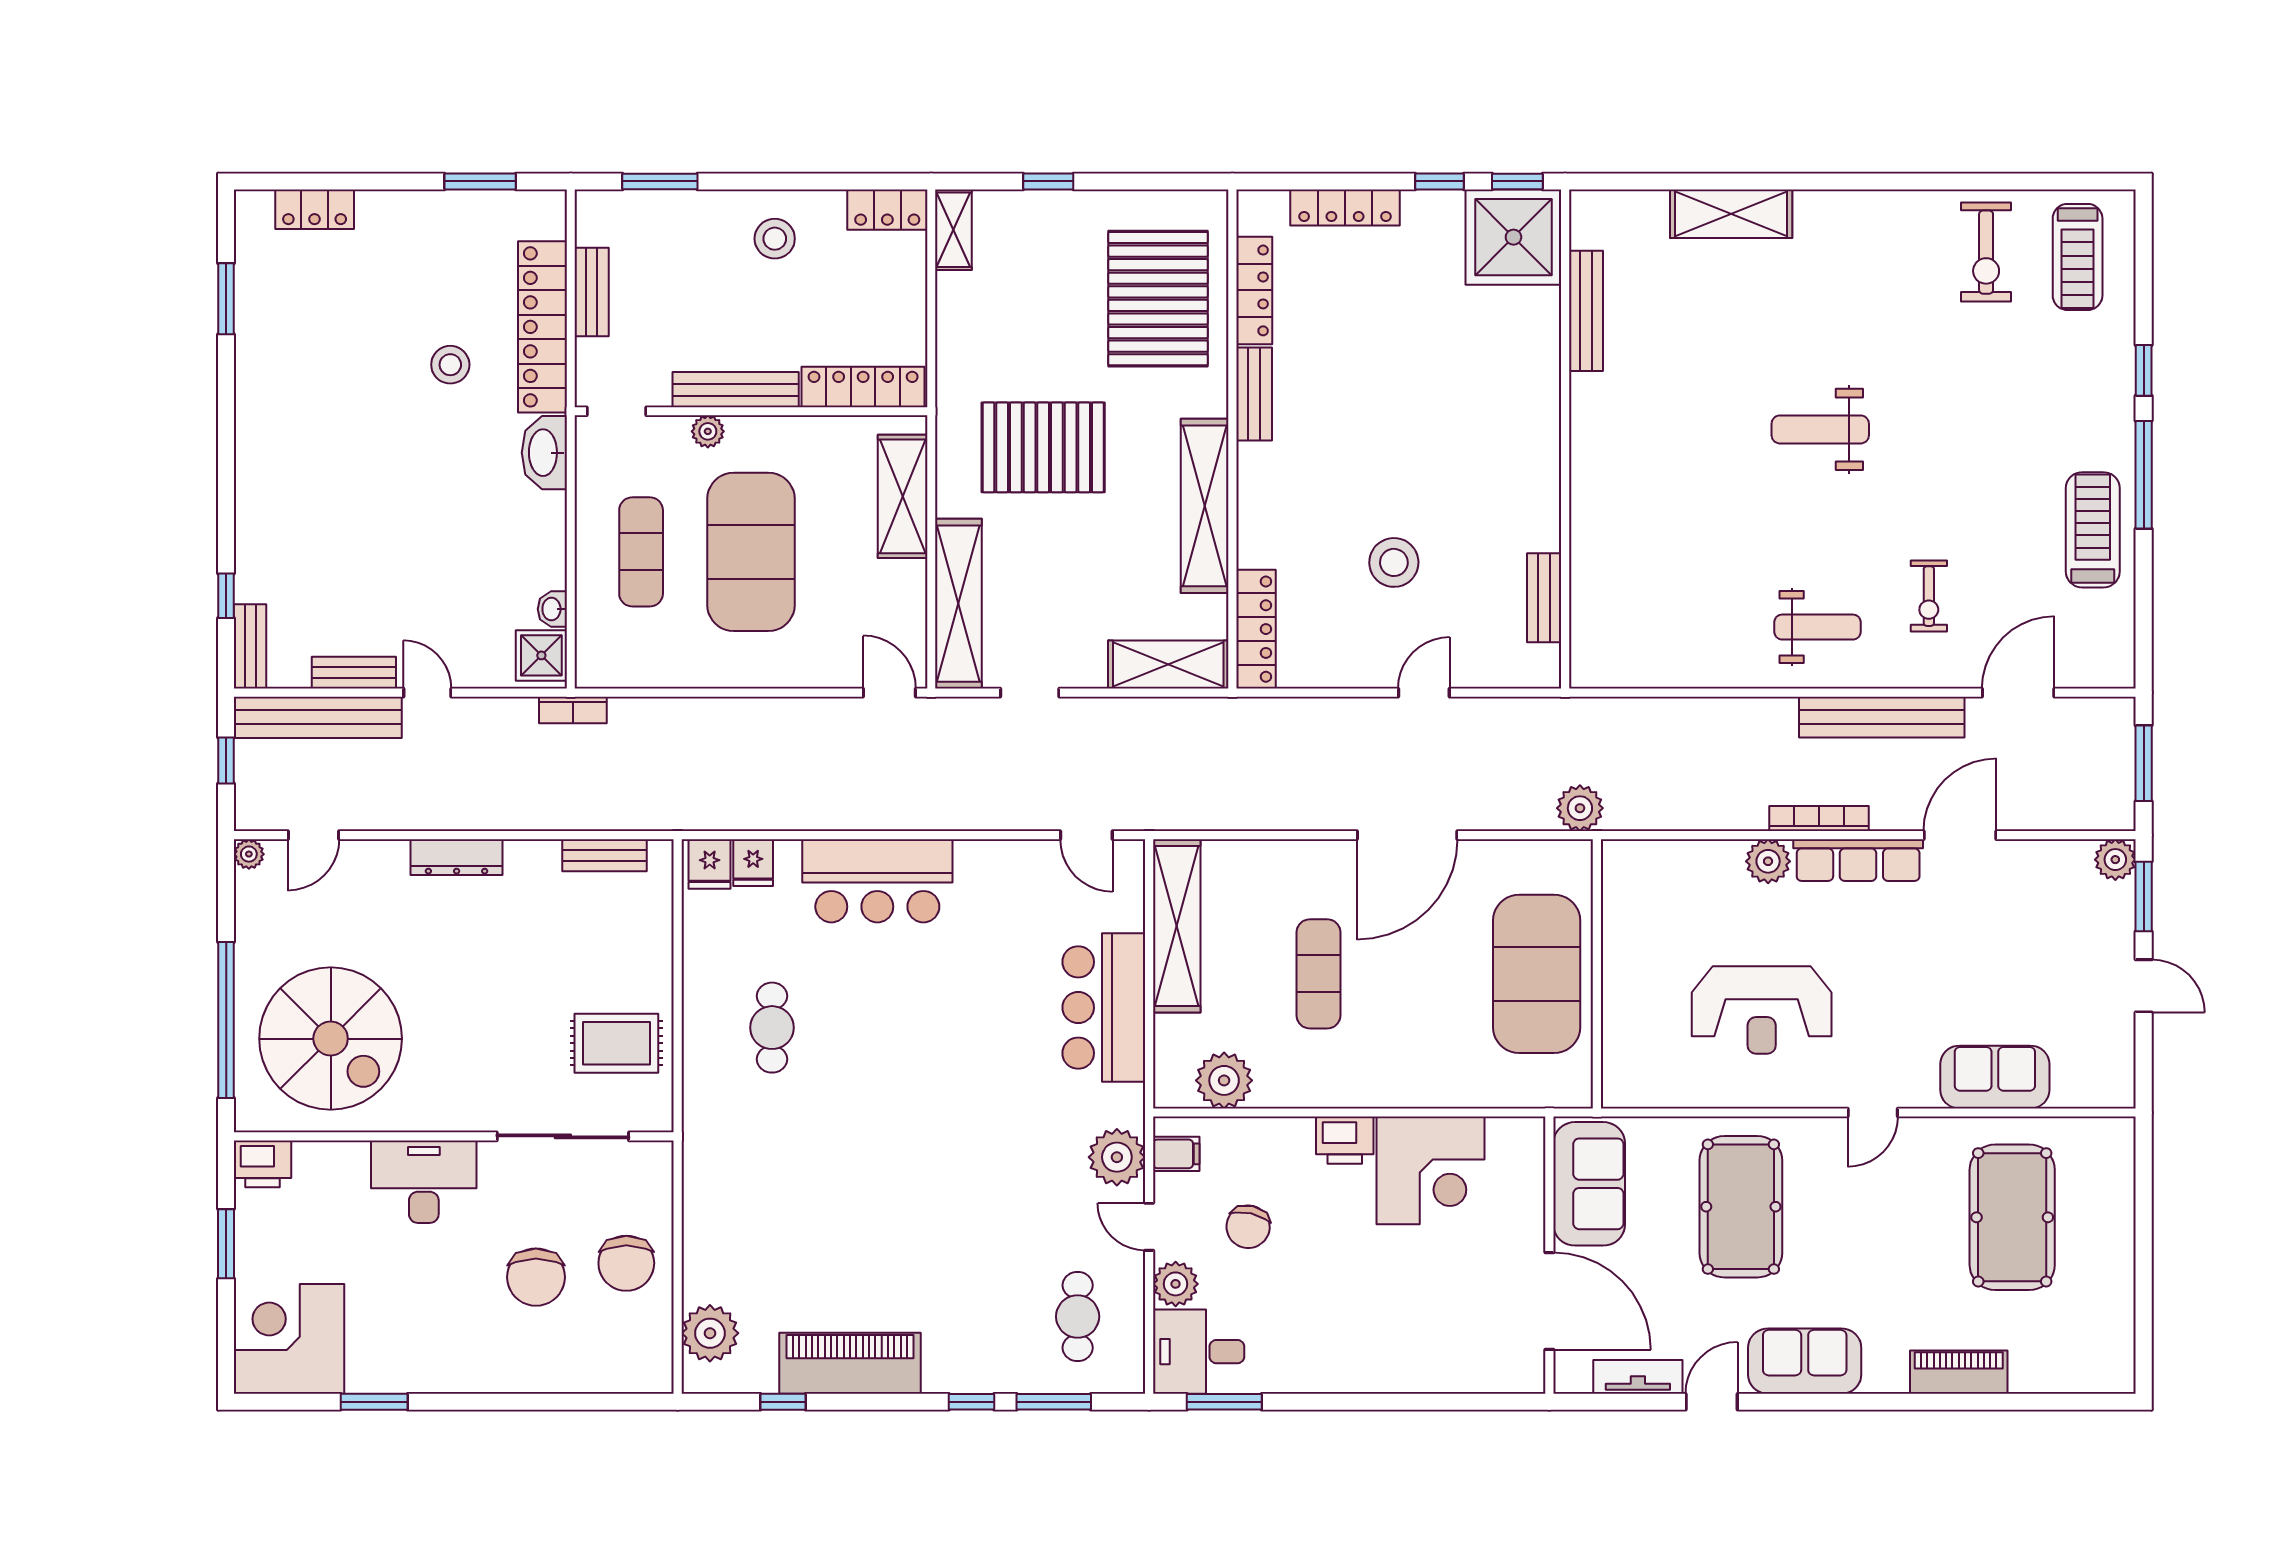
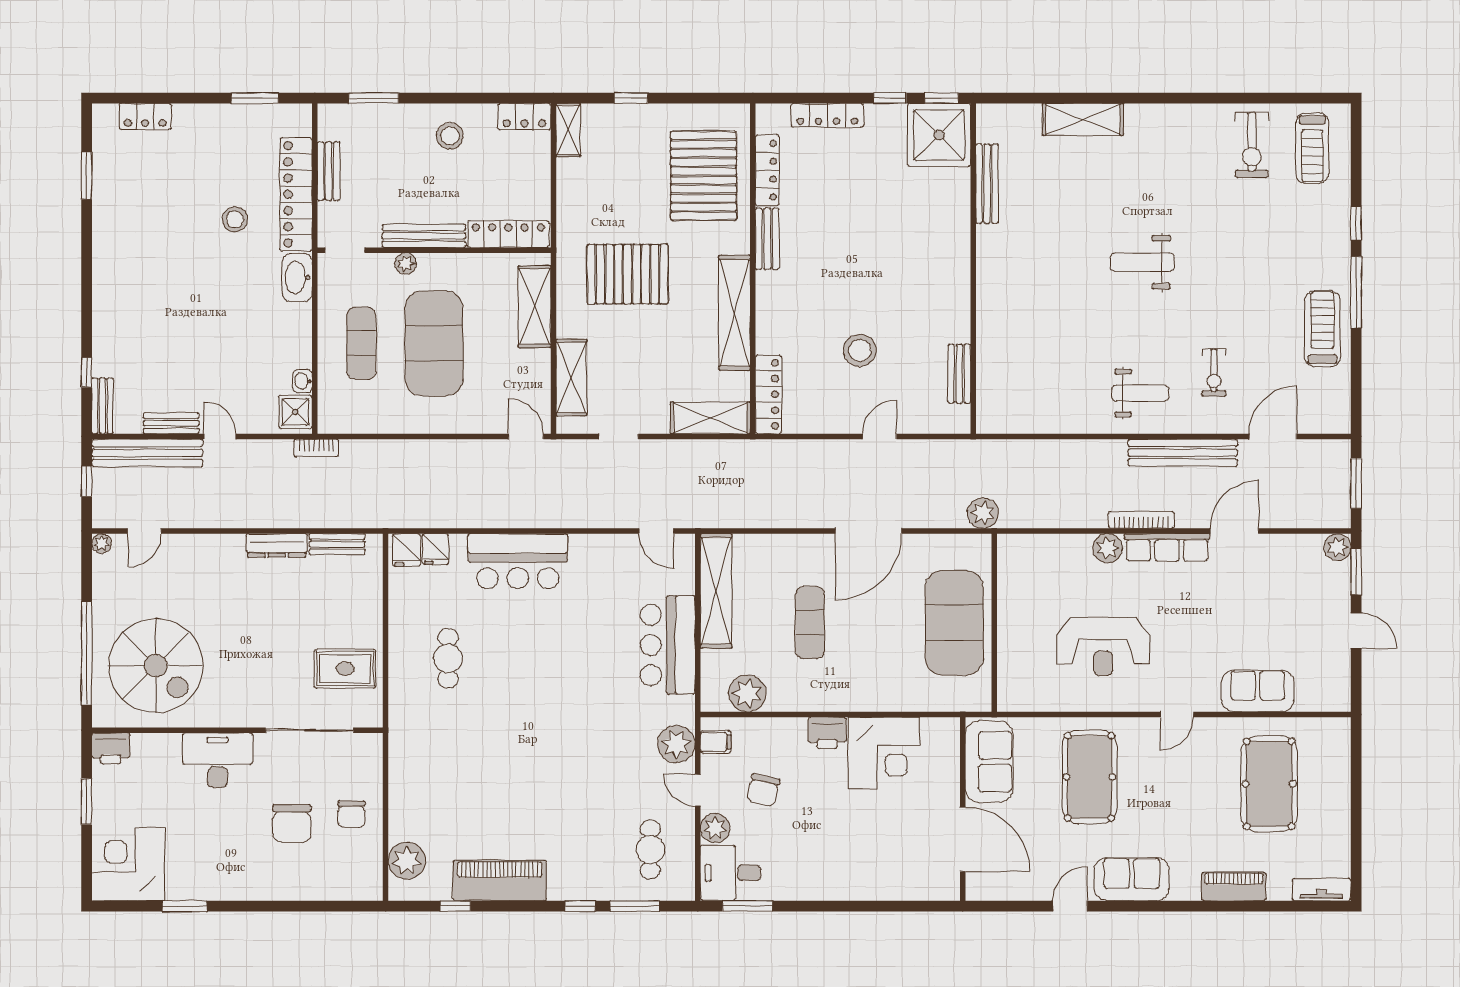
shelving: (958, 604) -> (571, 378), width x0.68
dresser: (457, 857) -> (277, 545), moved
chair: (626, 1263) -> (352, 814), width x0.73, depth x0.73
tv unit: (1638, 1377) -> (1322, 890), moved

